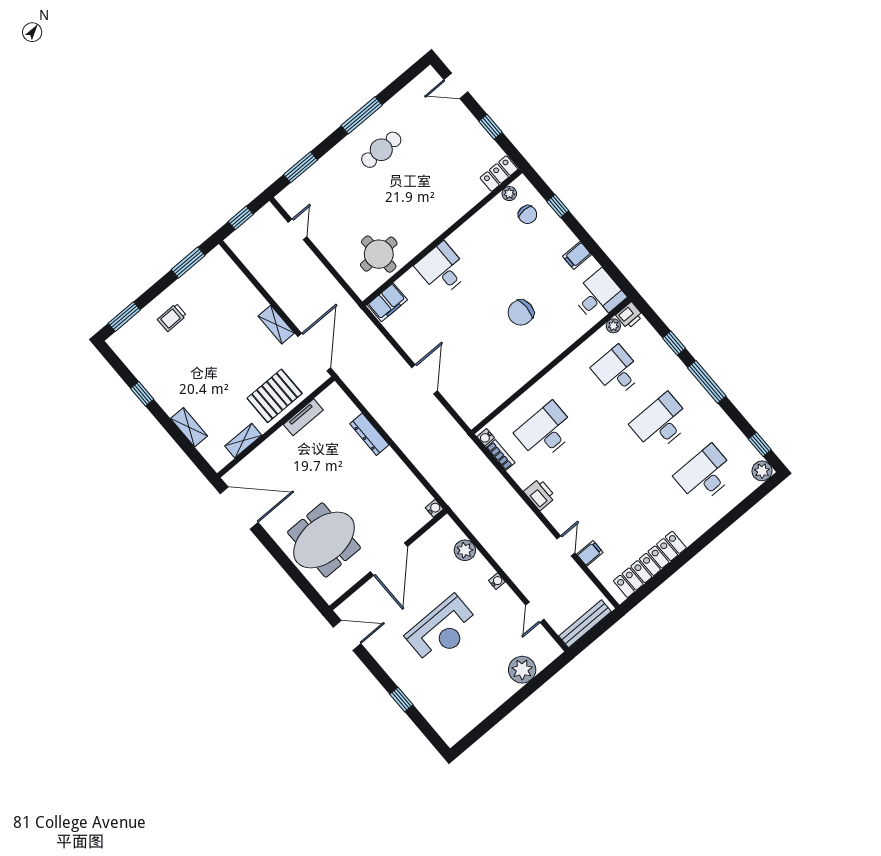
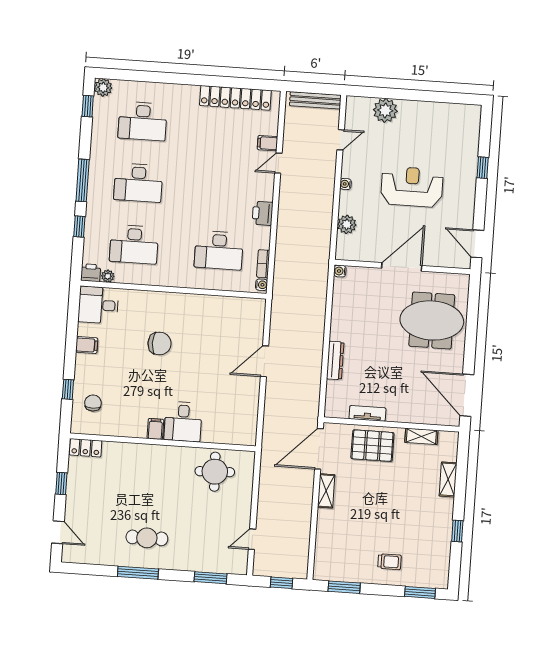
plant: (509, 194) -> (92, 428), removed
filing cabinet: (387, 302) -> (155, 429), moved, width x0.50
desk: (617, 371) -> (134, 244), width x1.37

